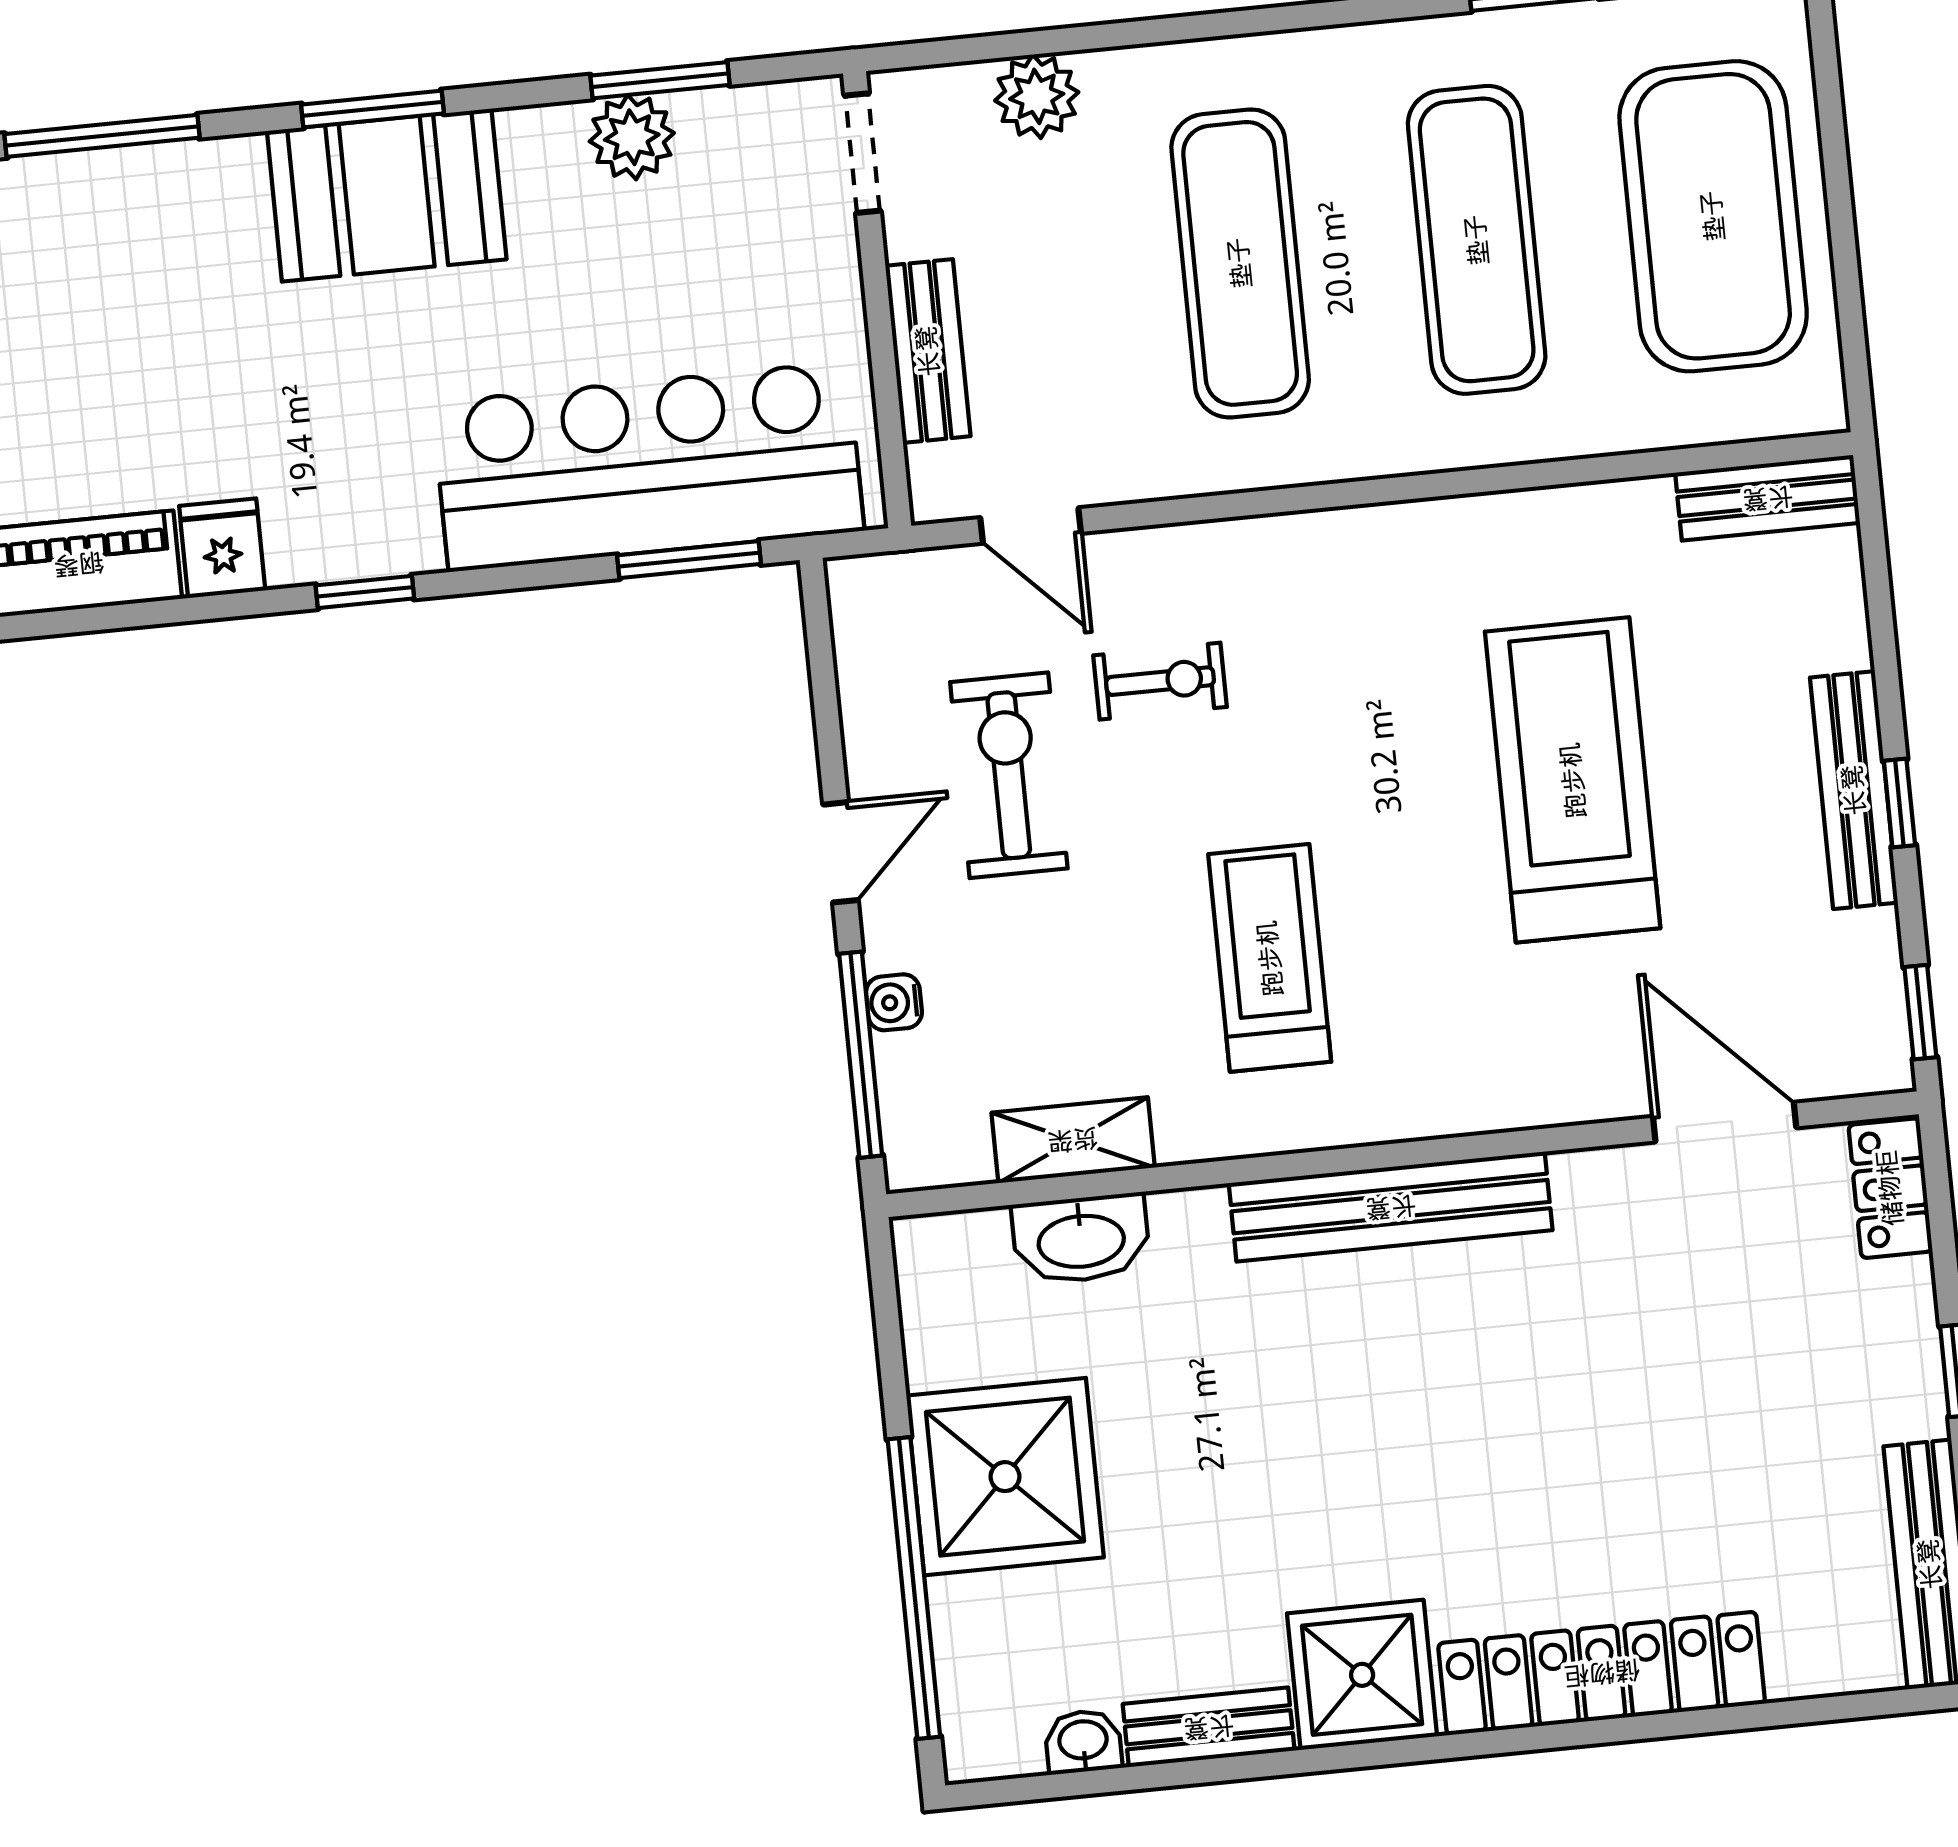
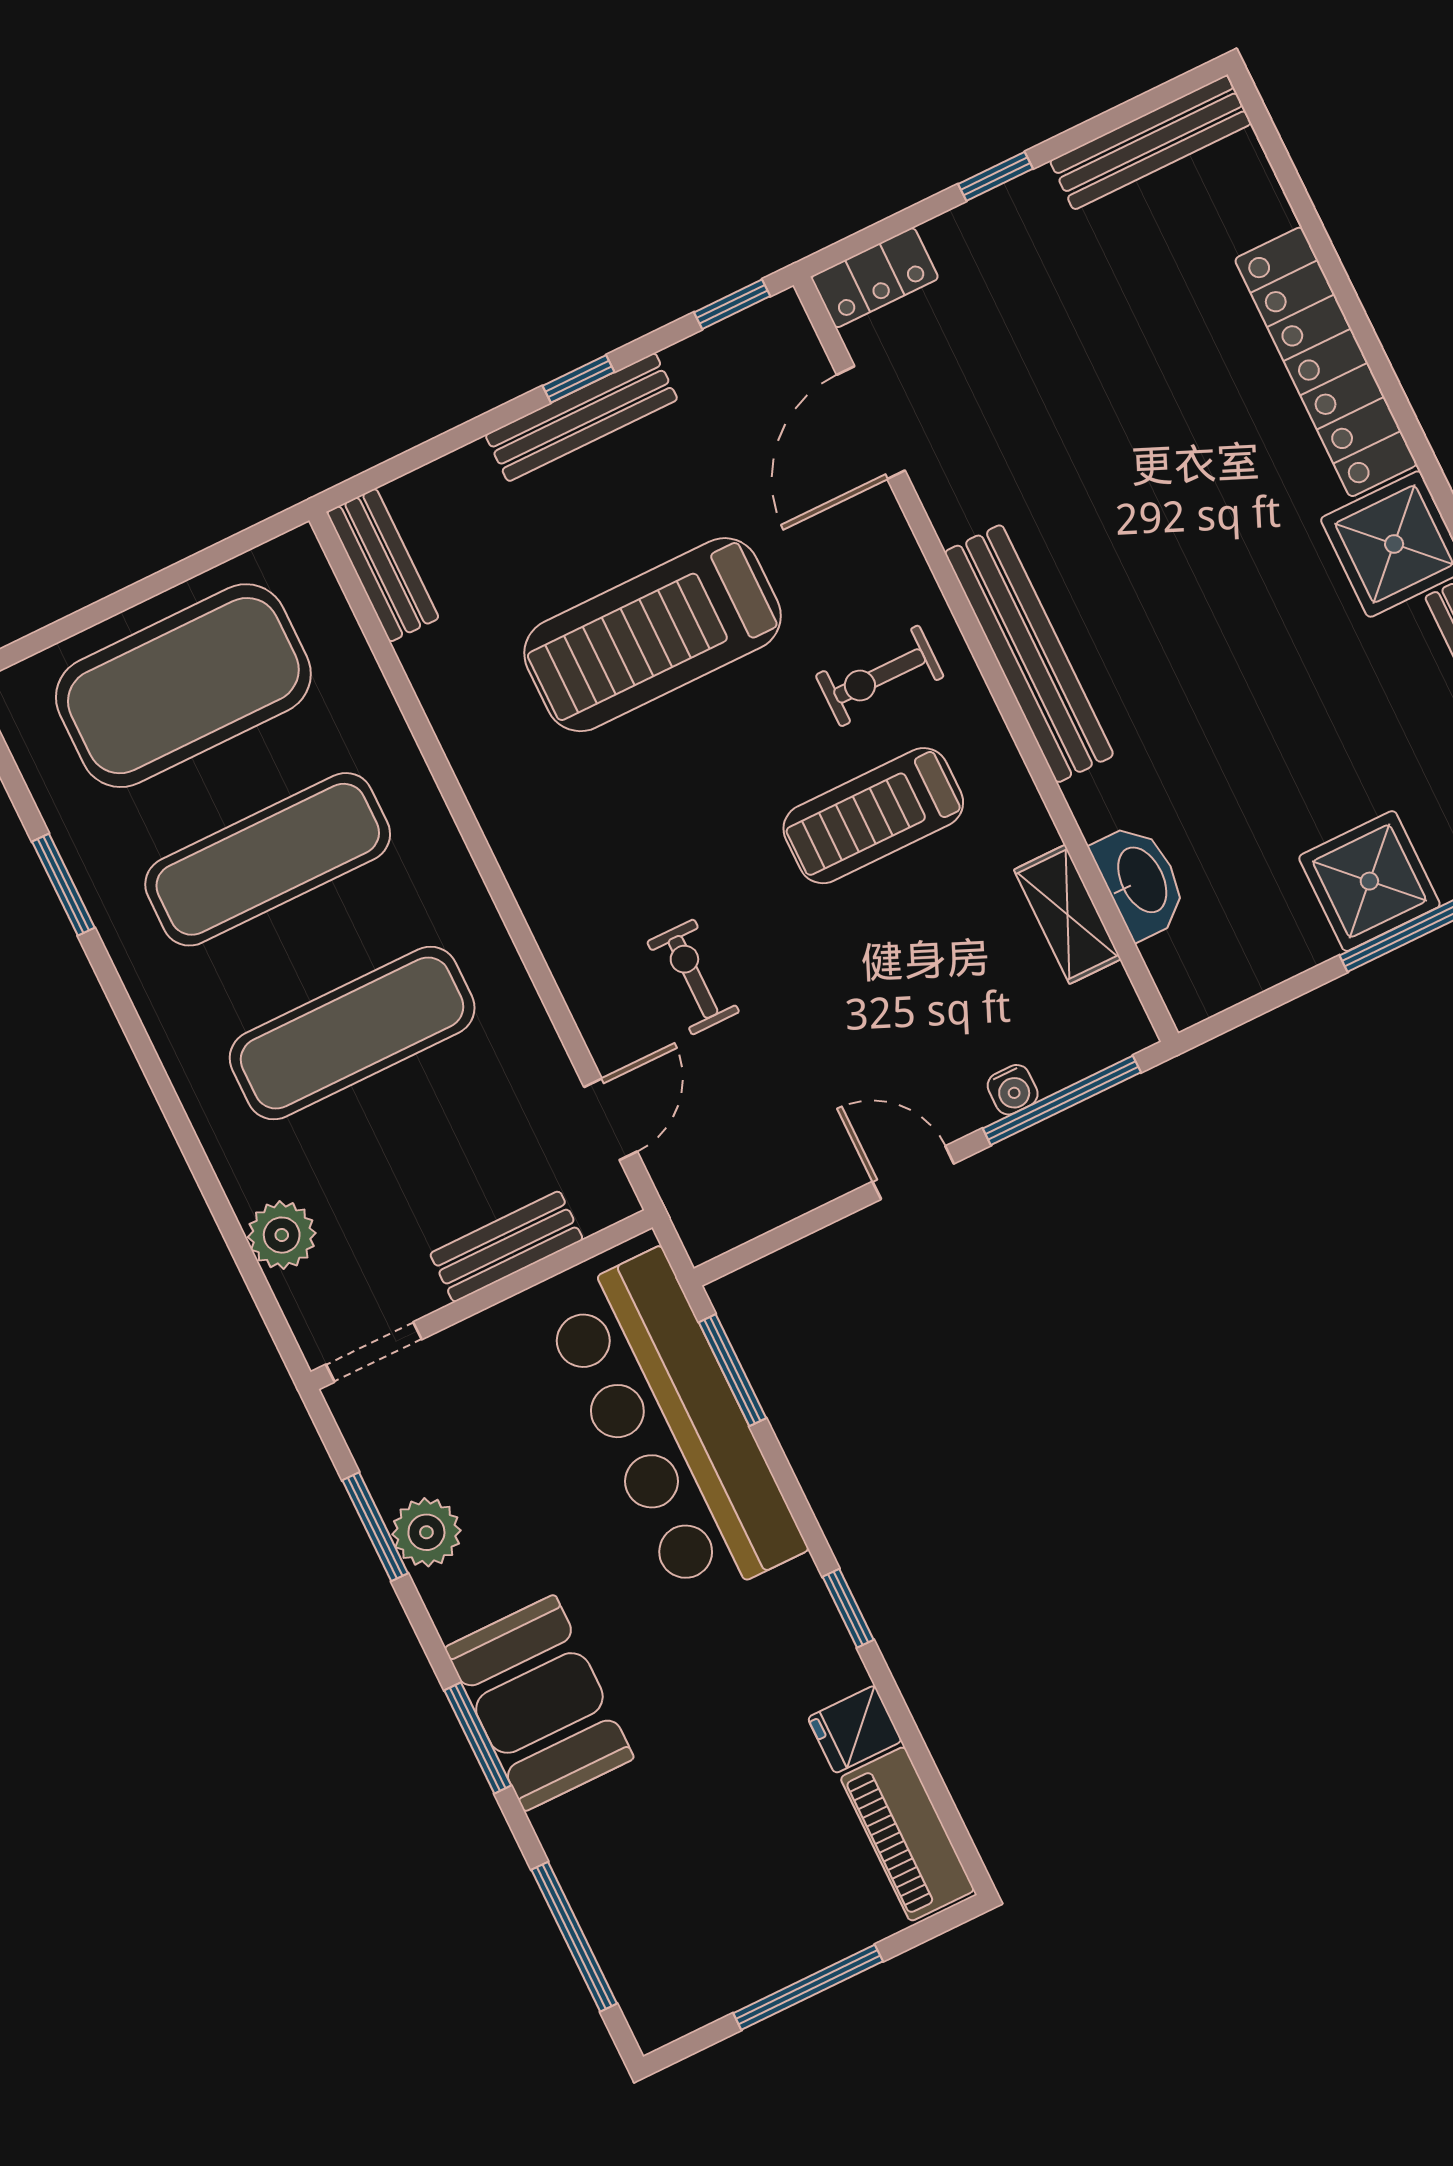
exercise bike: (1009, 775) -> (880, 676), moved, width x0.73, depth x0.72
shower: (1005, 1477) -> (1369, 881), width x0.73, depth x0.73

